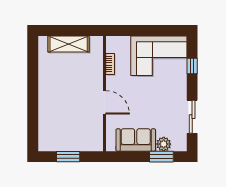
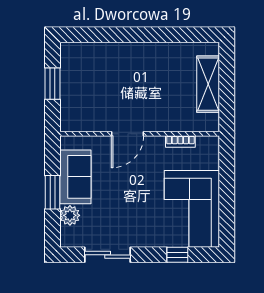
window: (161, 157) -> (52, 192), moved

